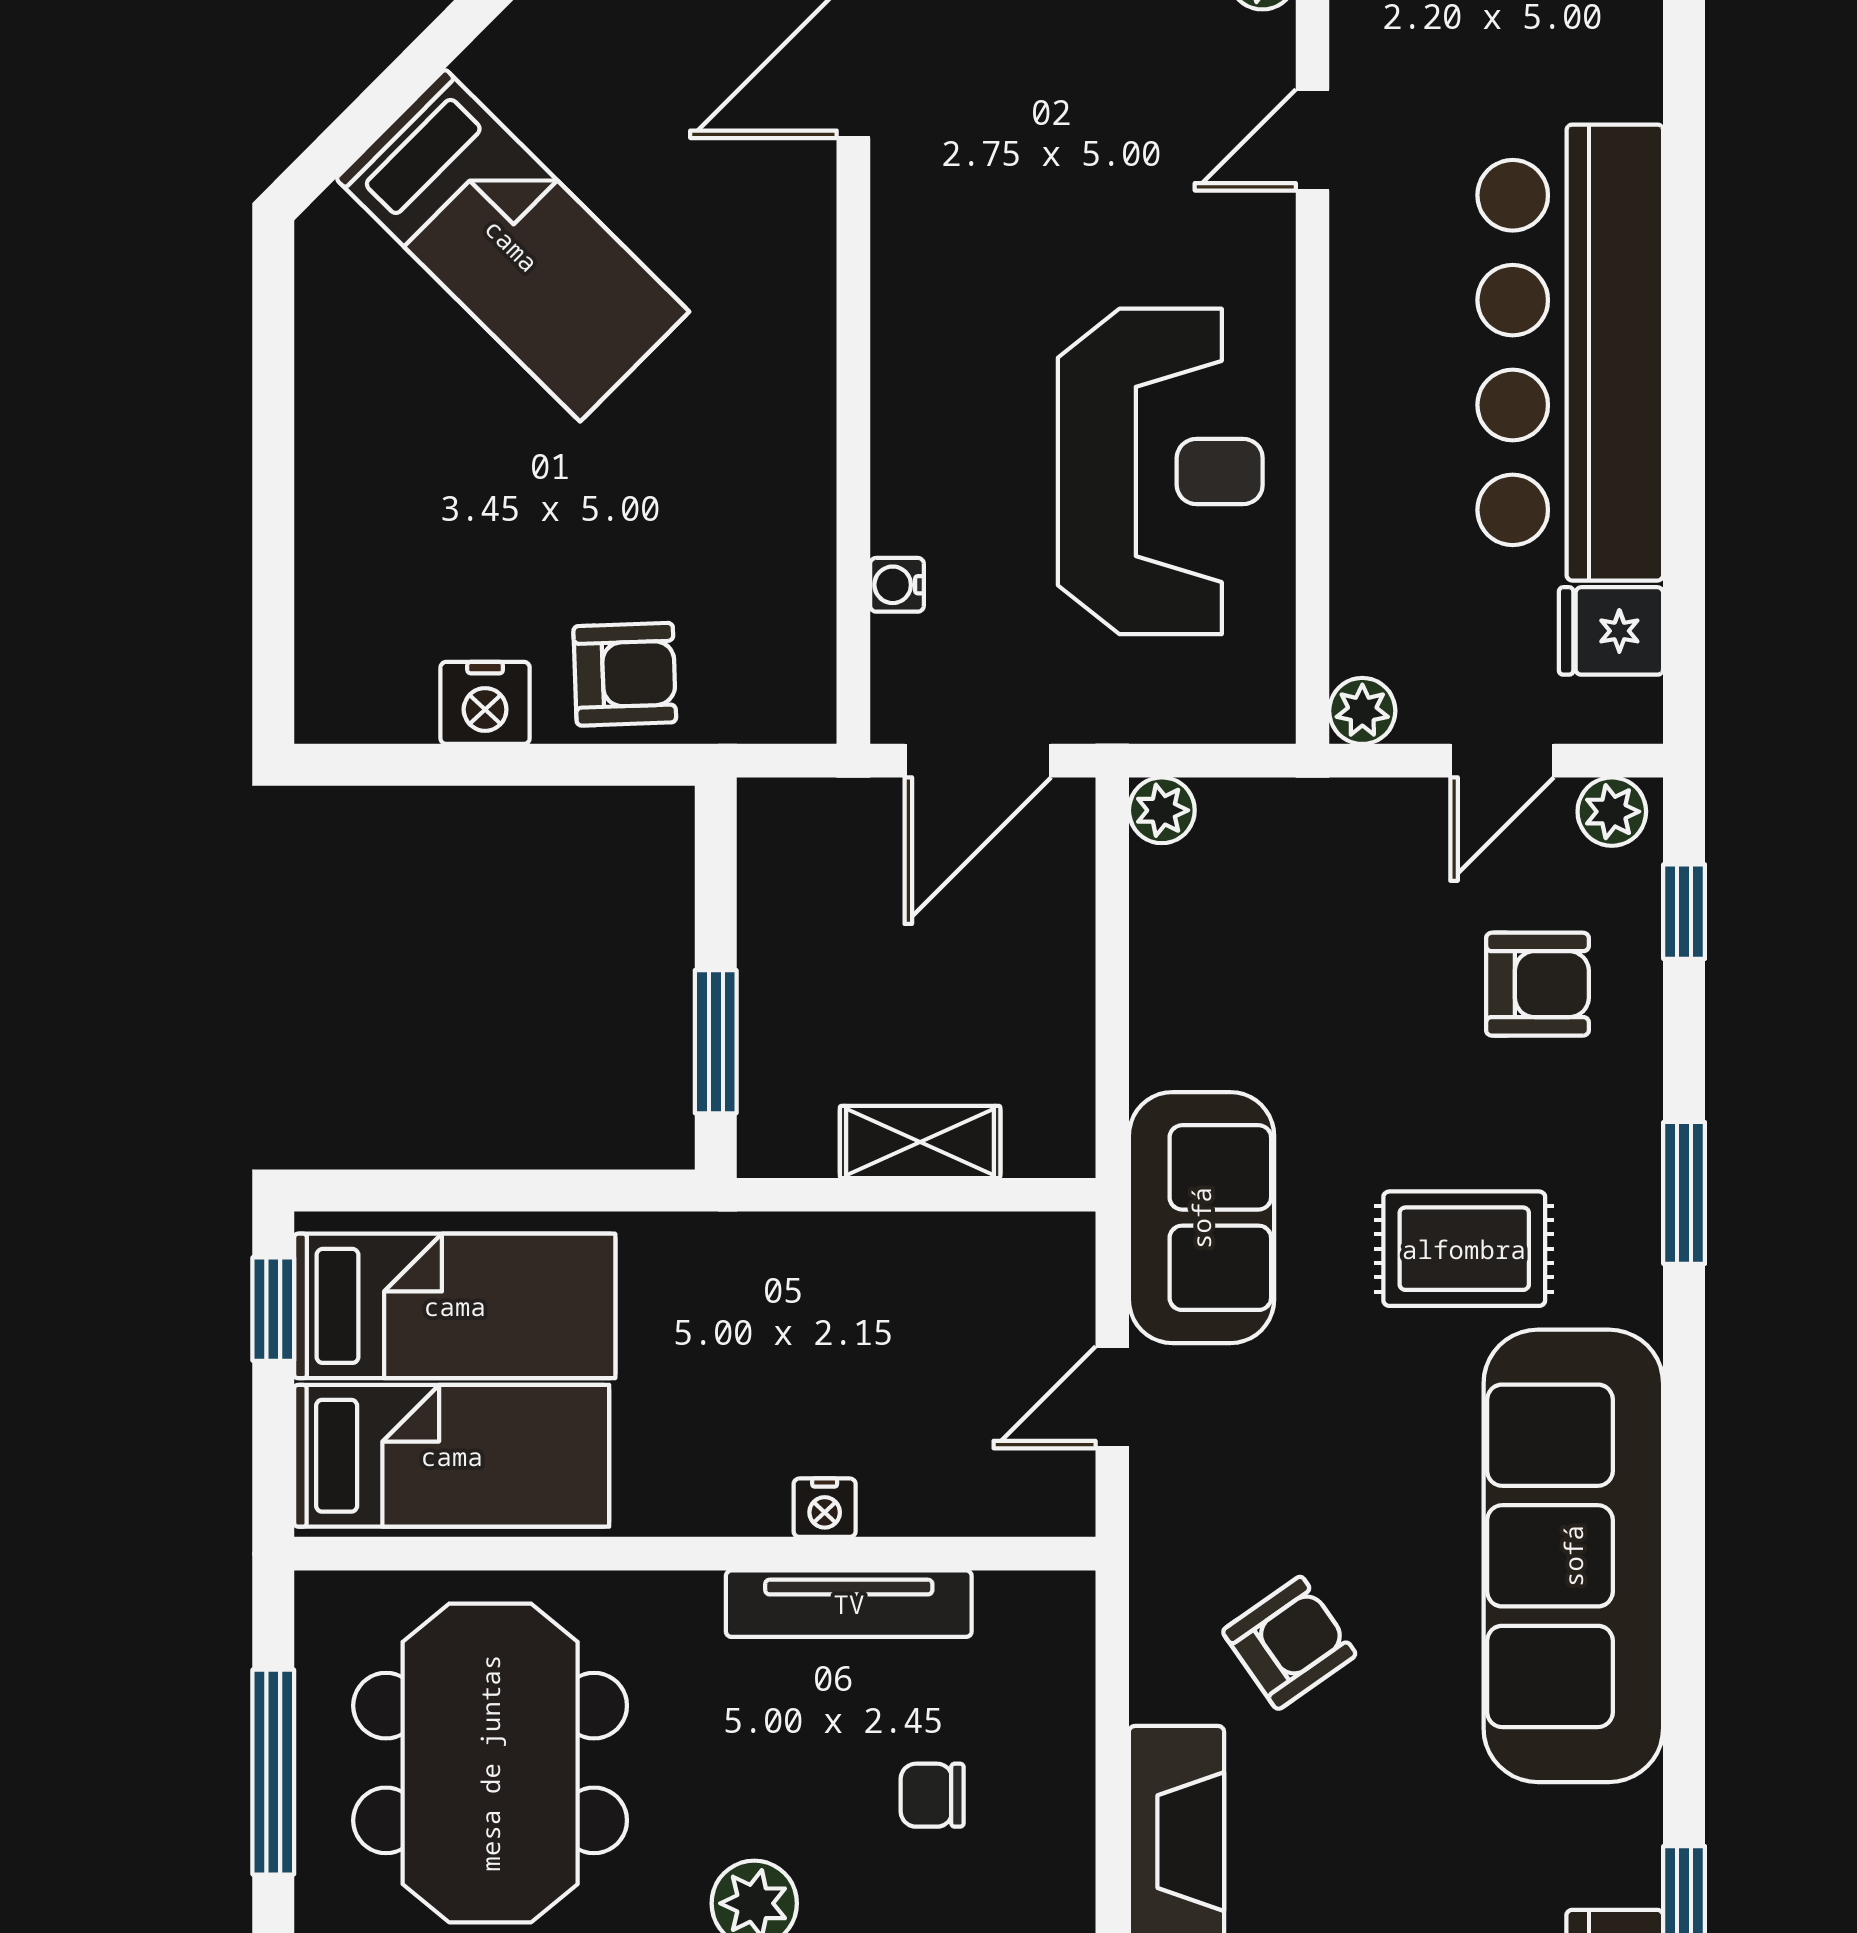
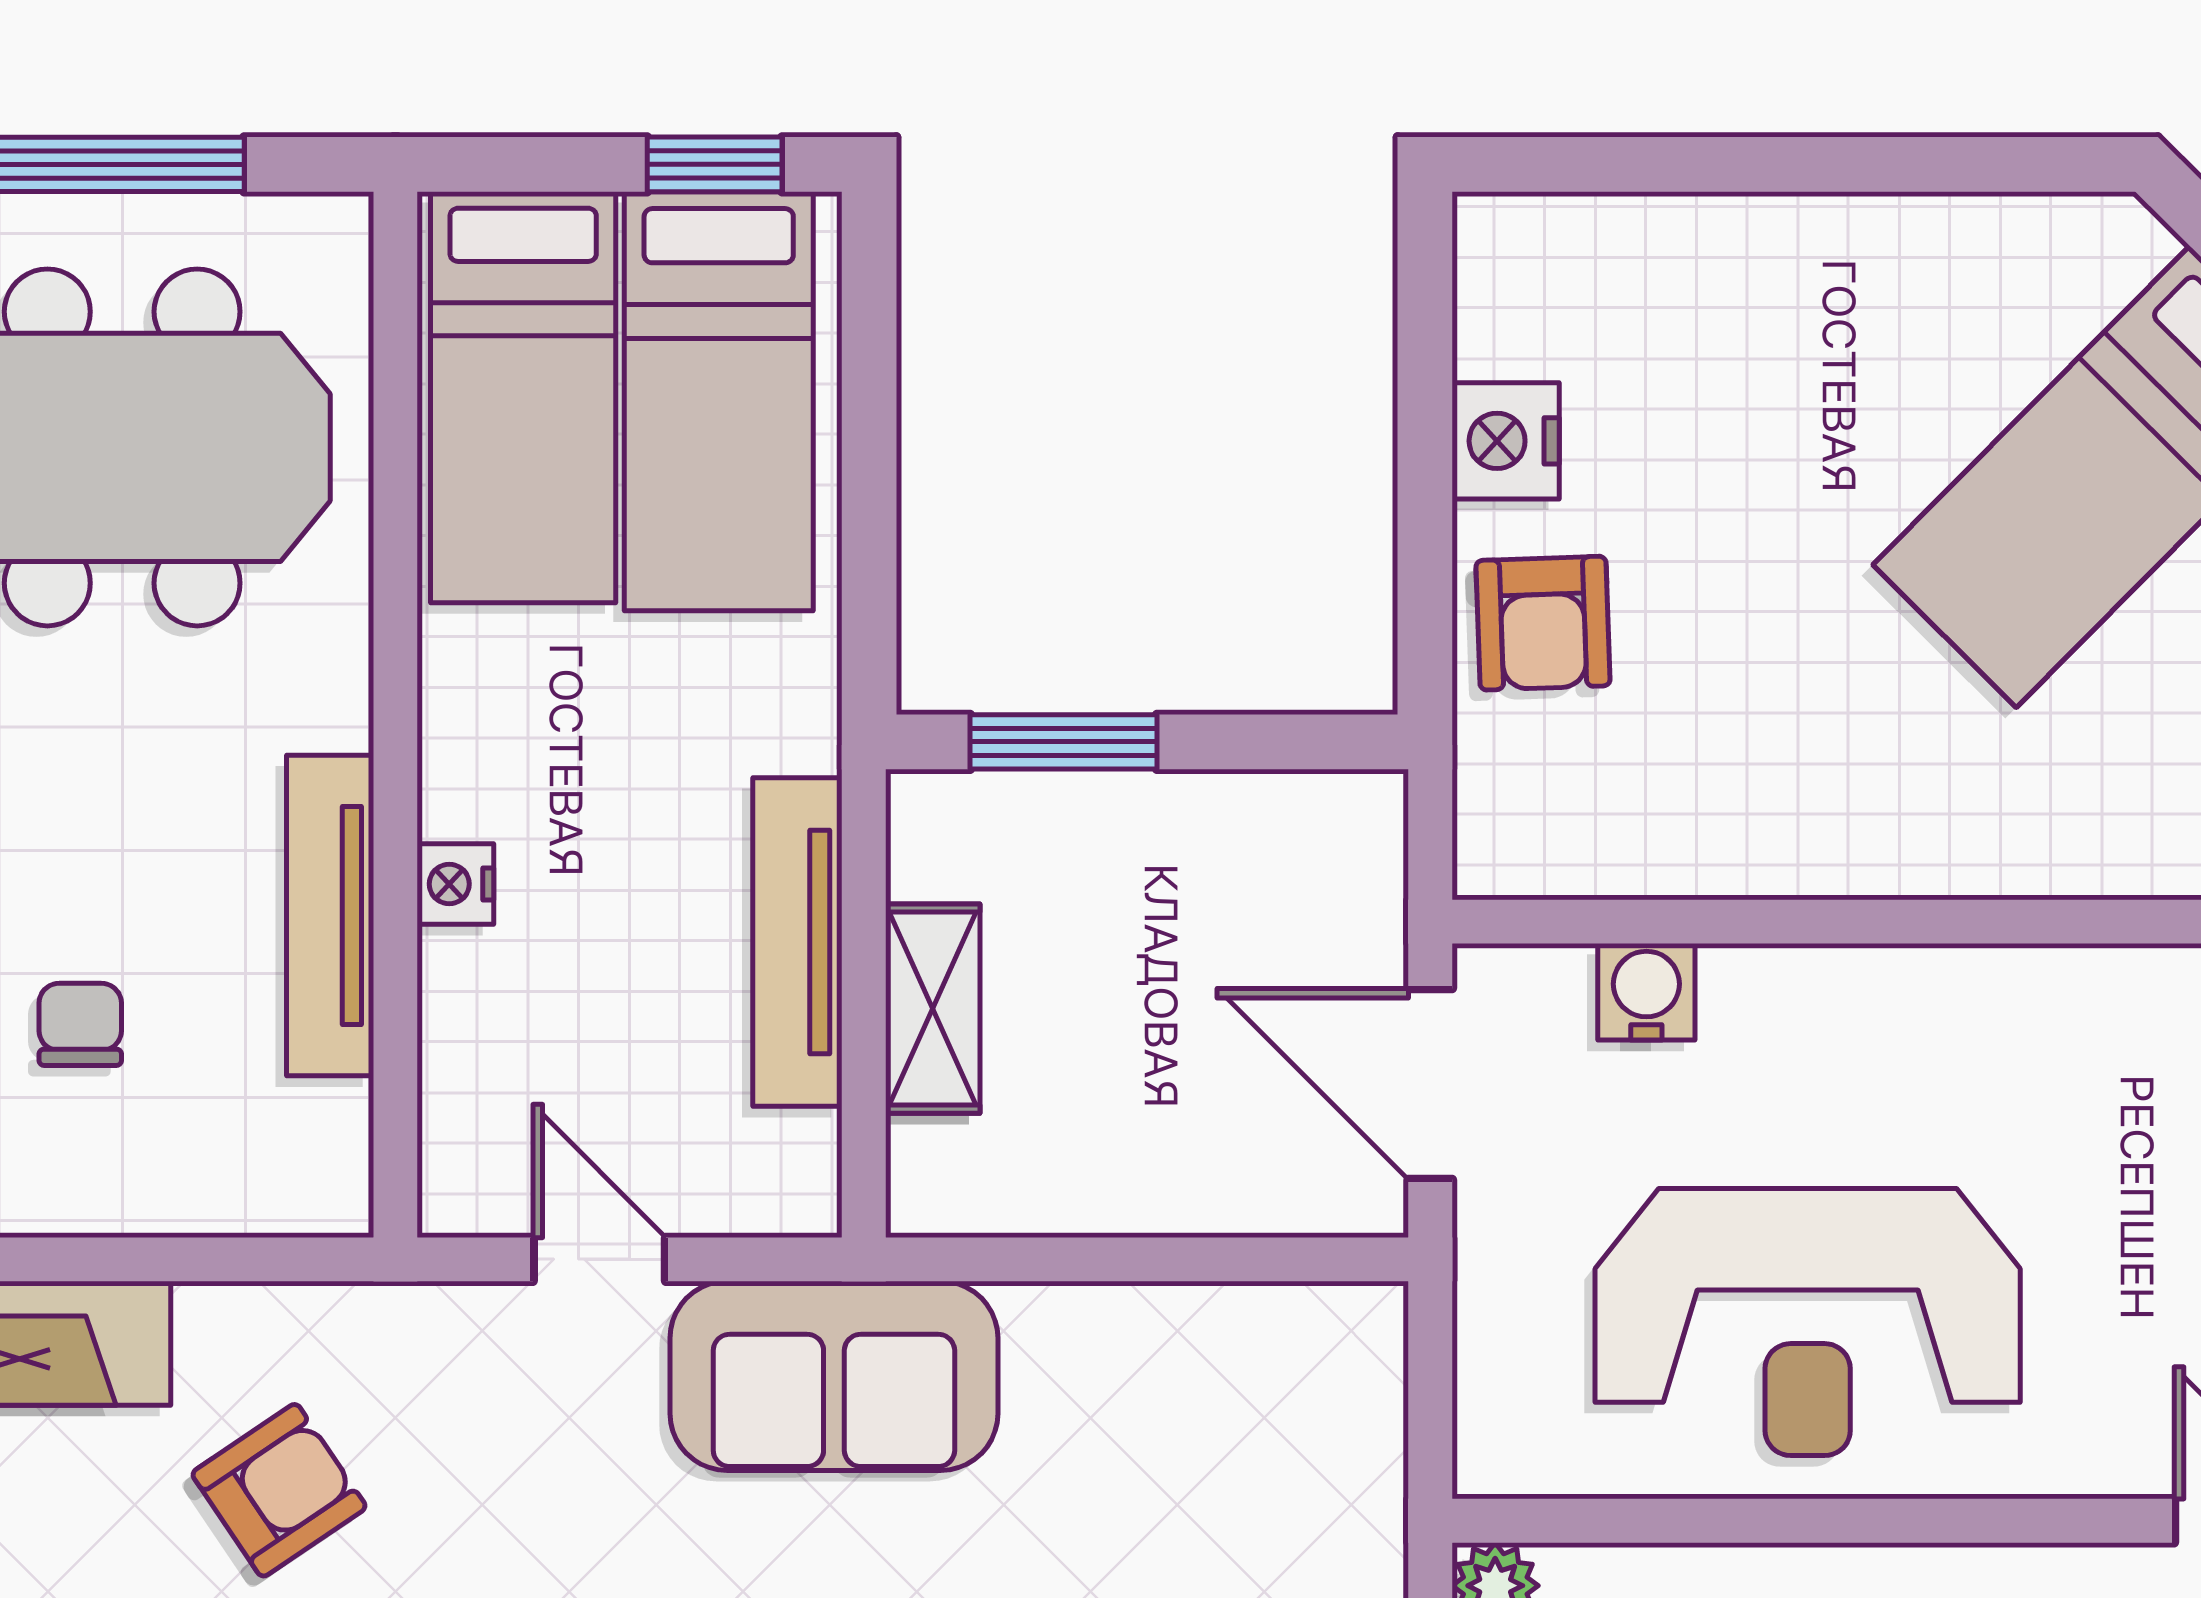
water cooler: (897, 585) -> (1646, 992), width x1.38, depth x1.38
plant: (1162, 810) -> (1365, 1324), removed
tv unit: (869, 1246) -> (797, 942), added
armchair: (1289, 1643) -> (279, 1490), turned -89

